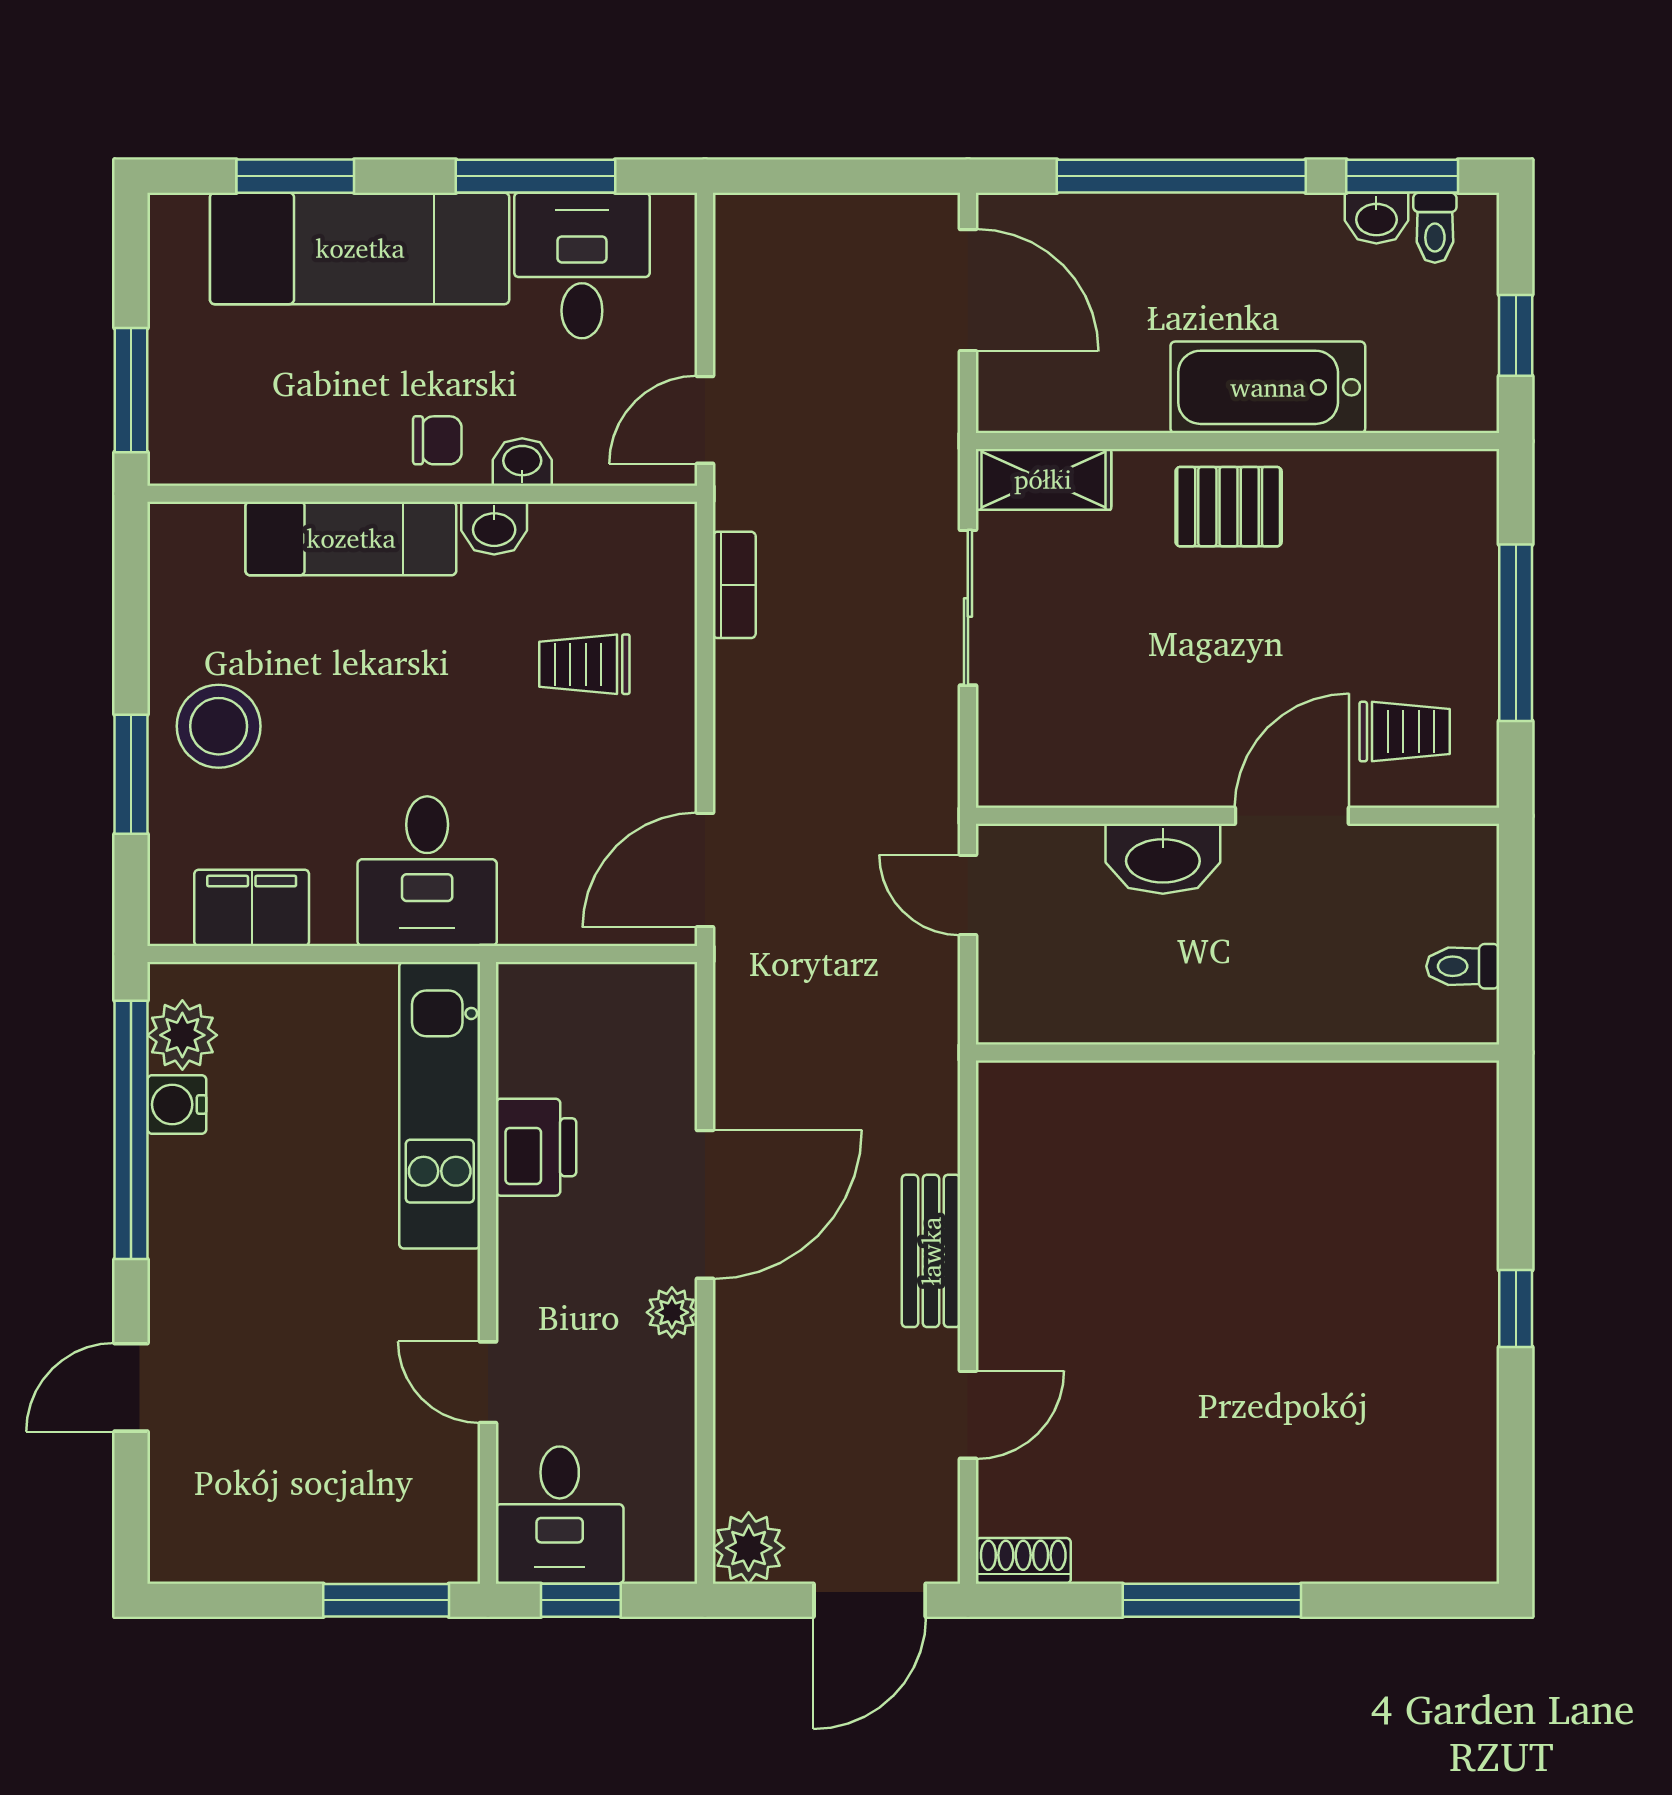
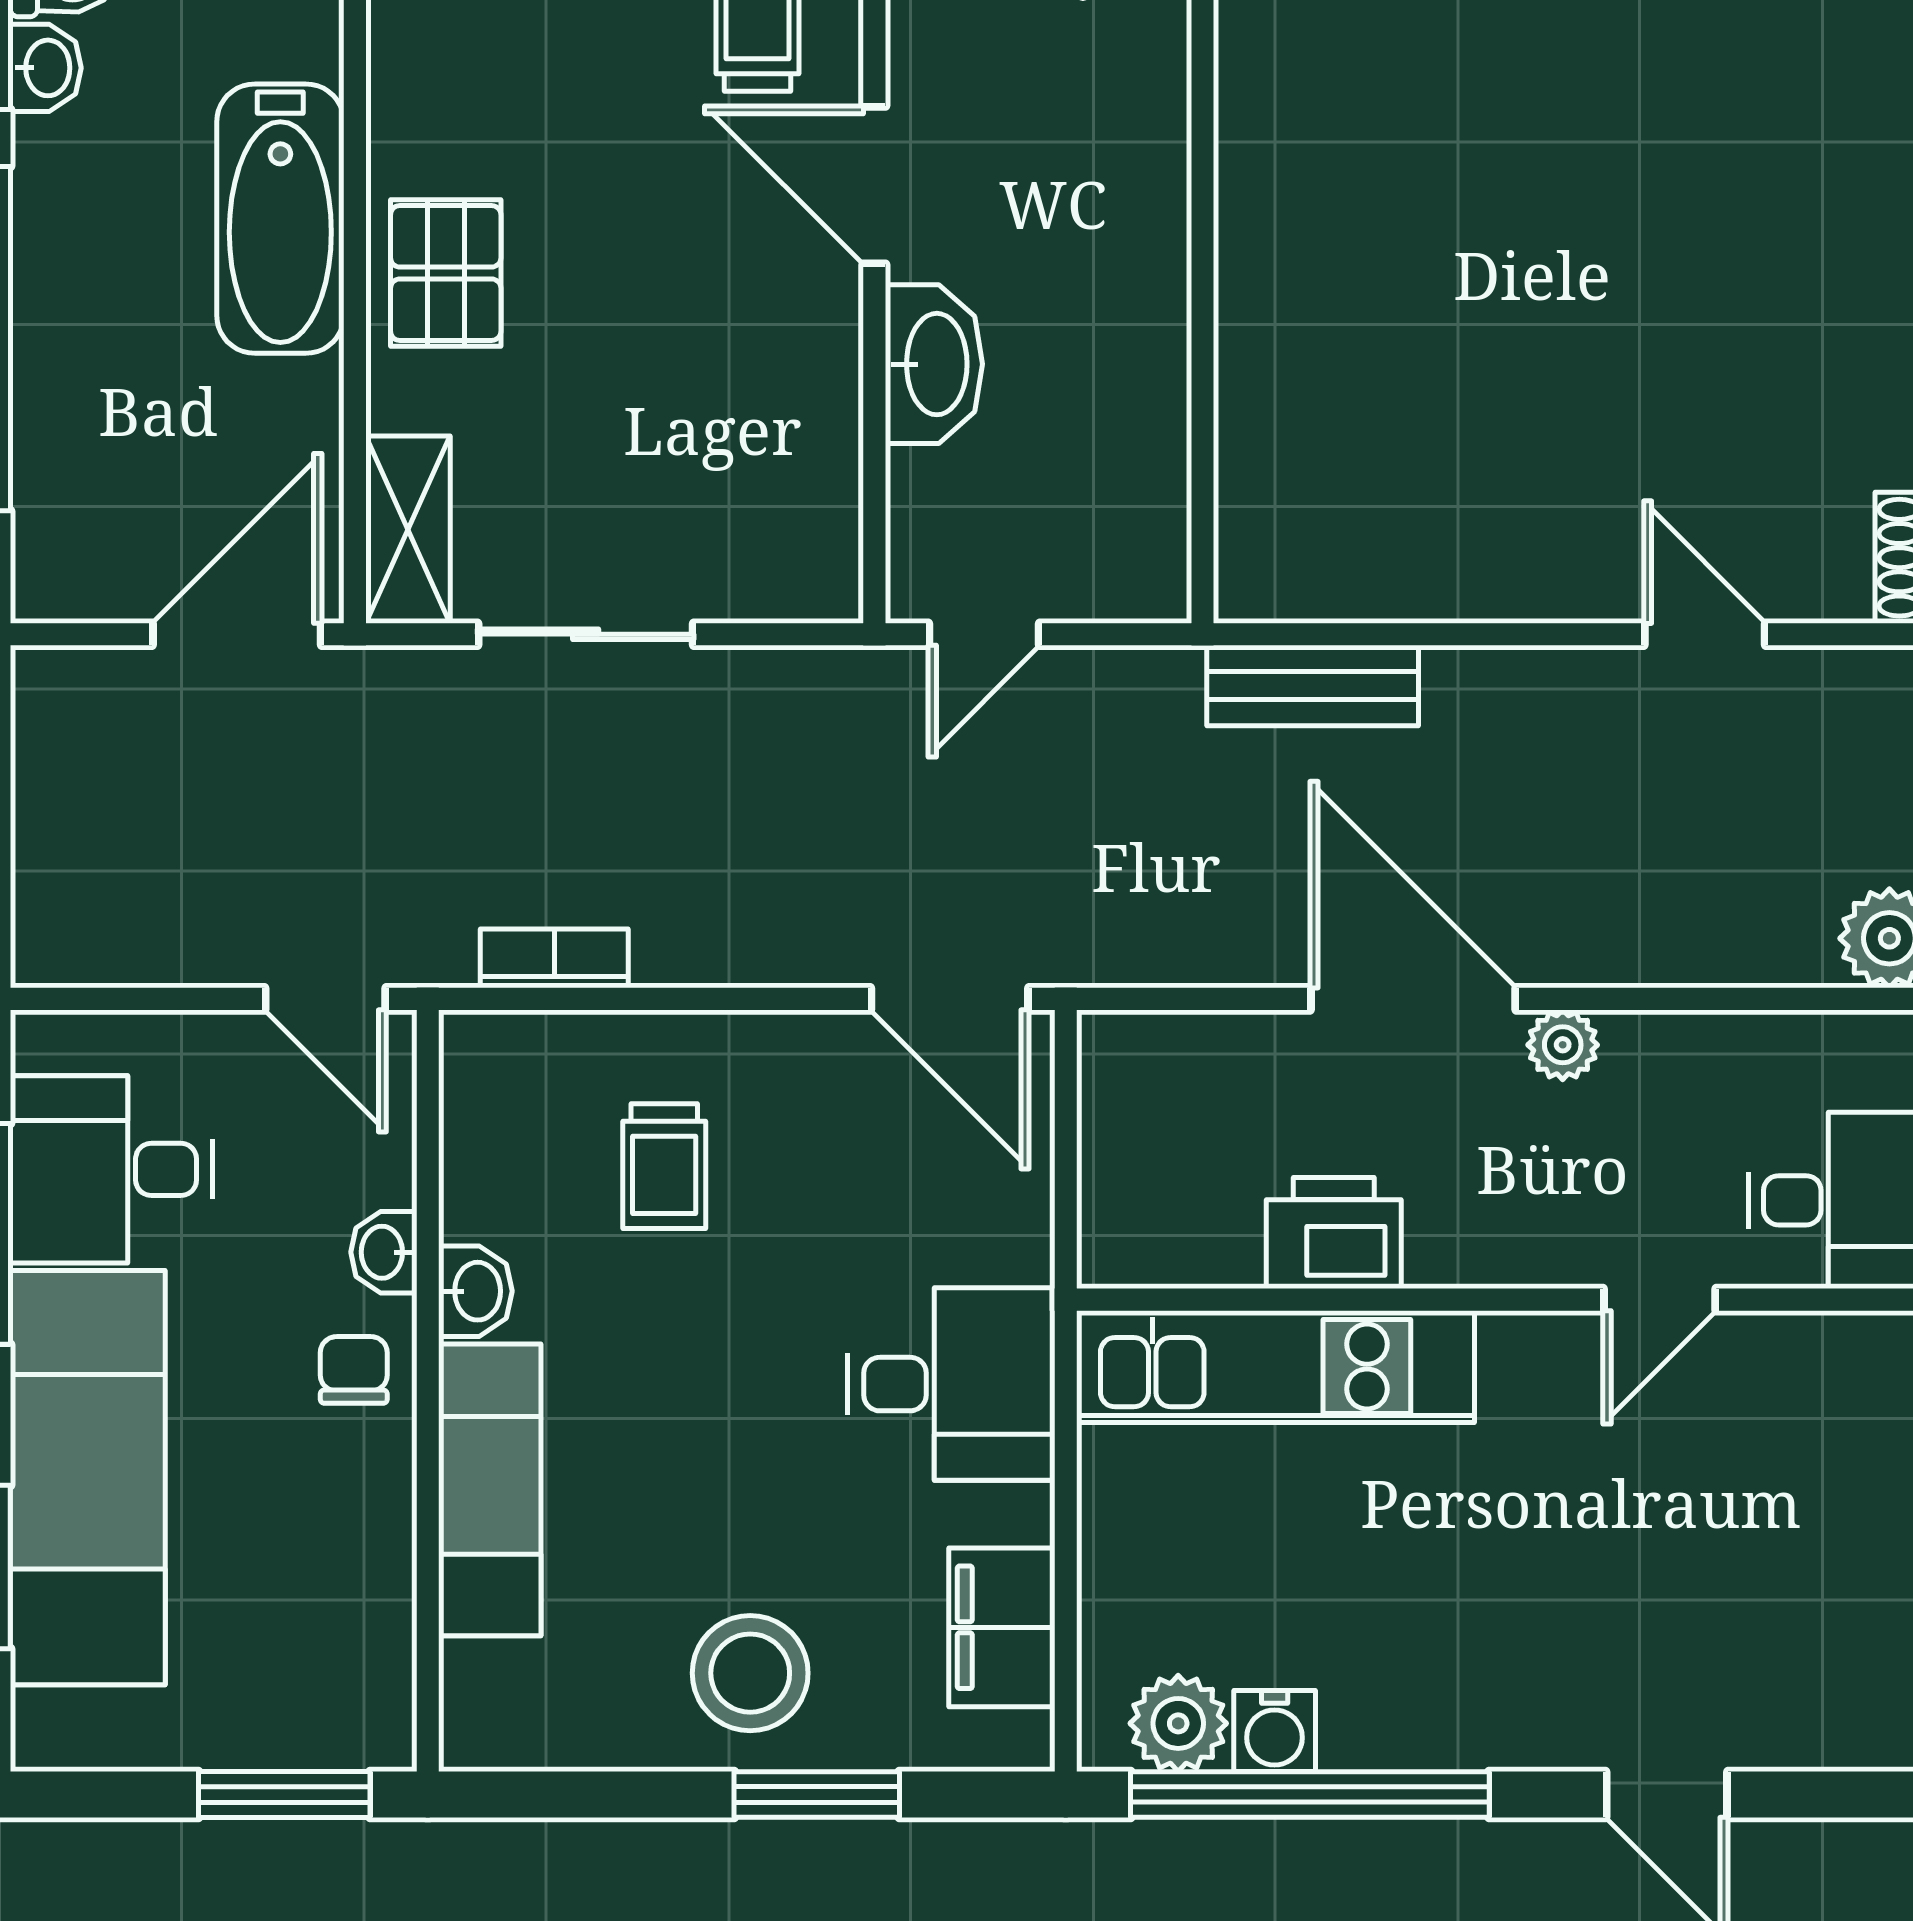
door: (968, 290) -> (237, 634), moved
bench: (931, 1251) -> (1313, 686), moved

